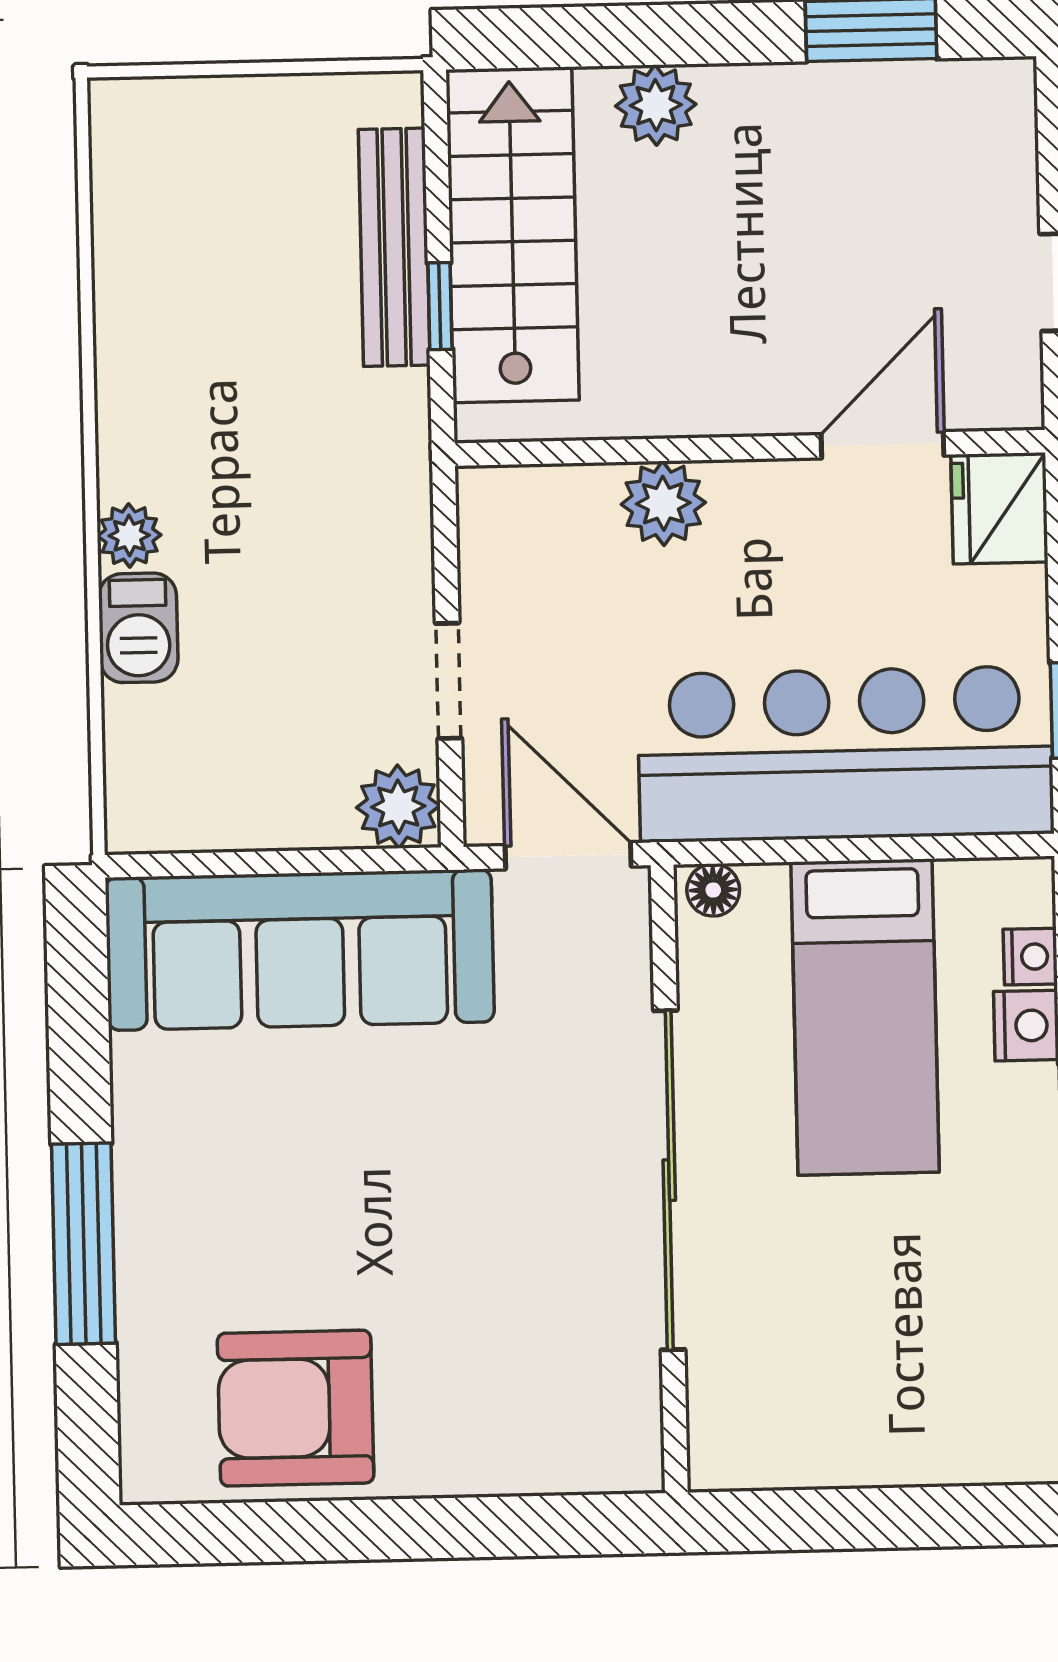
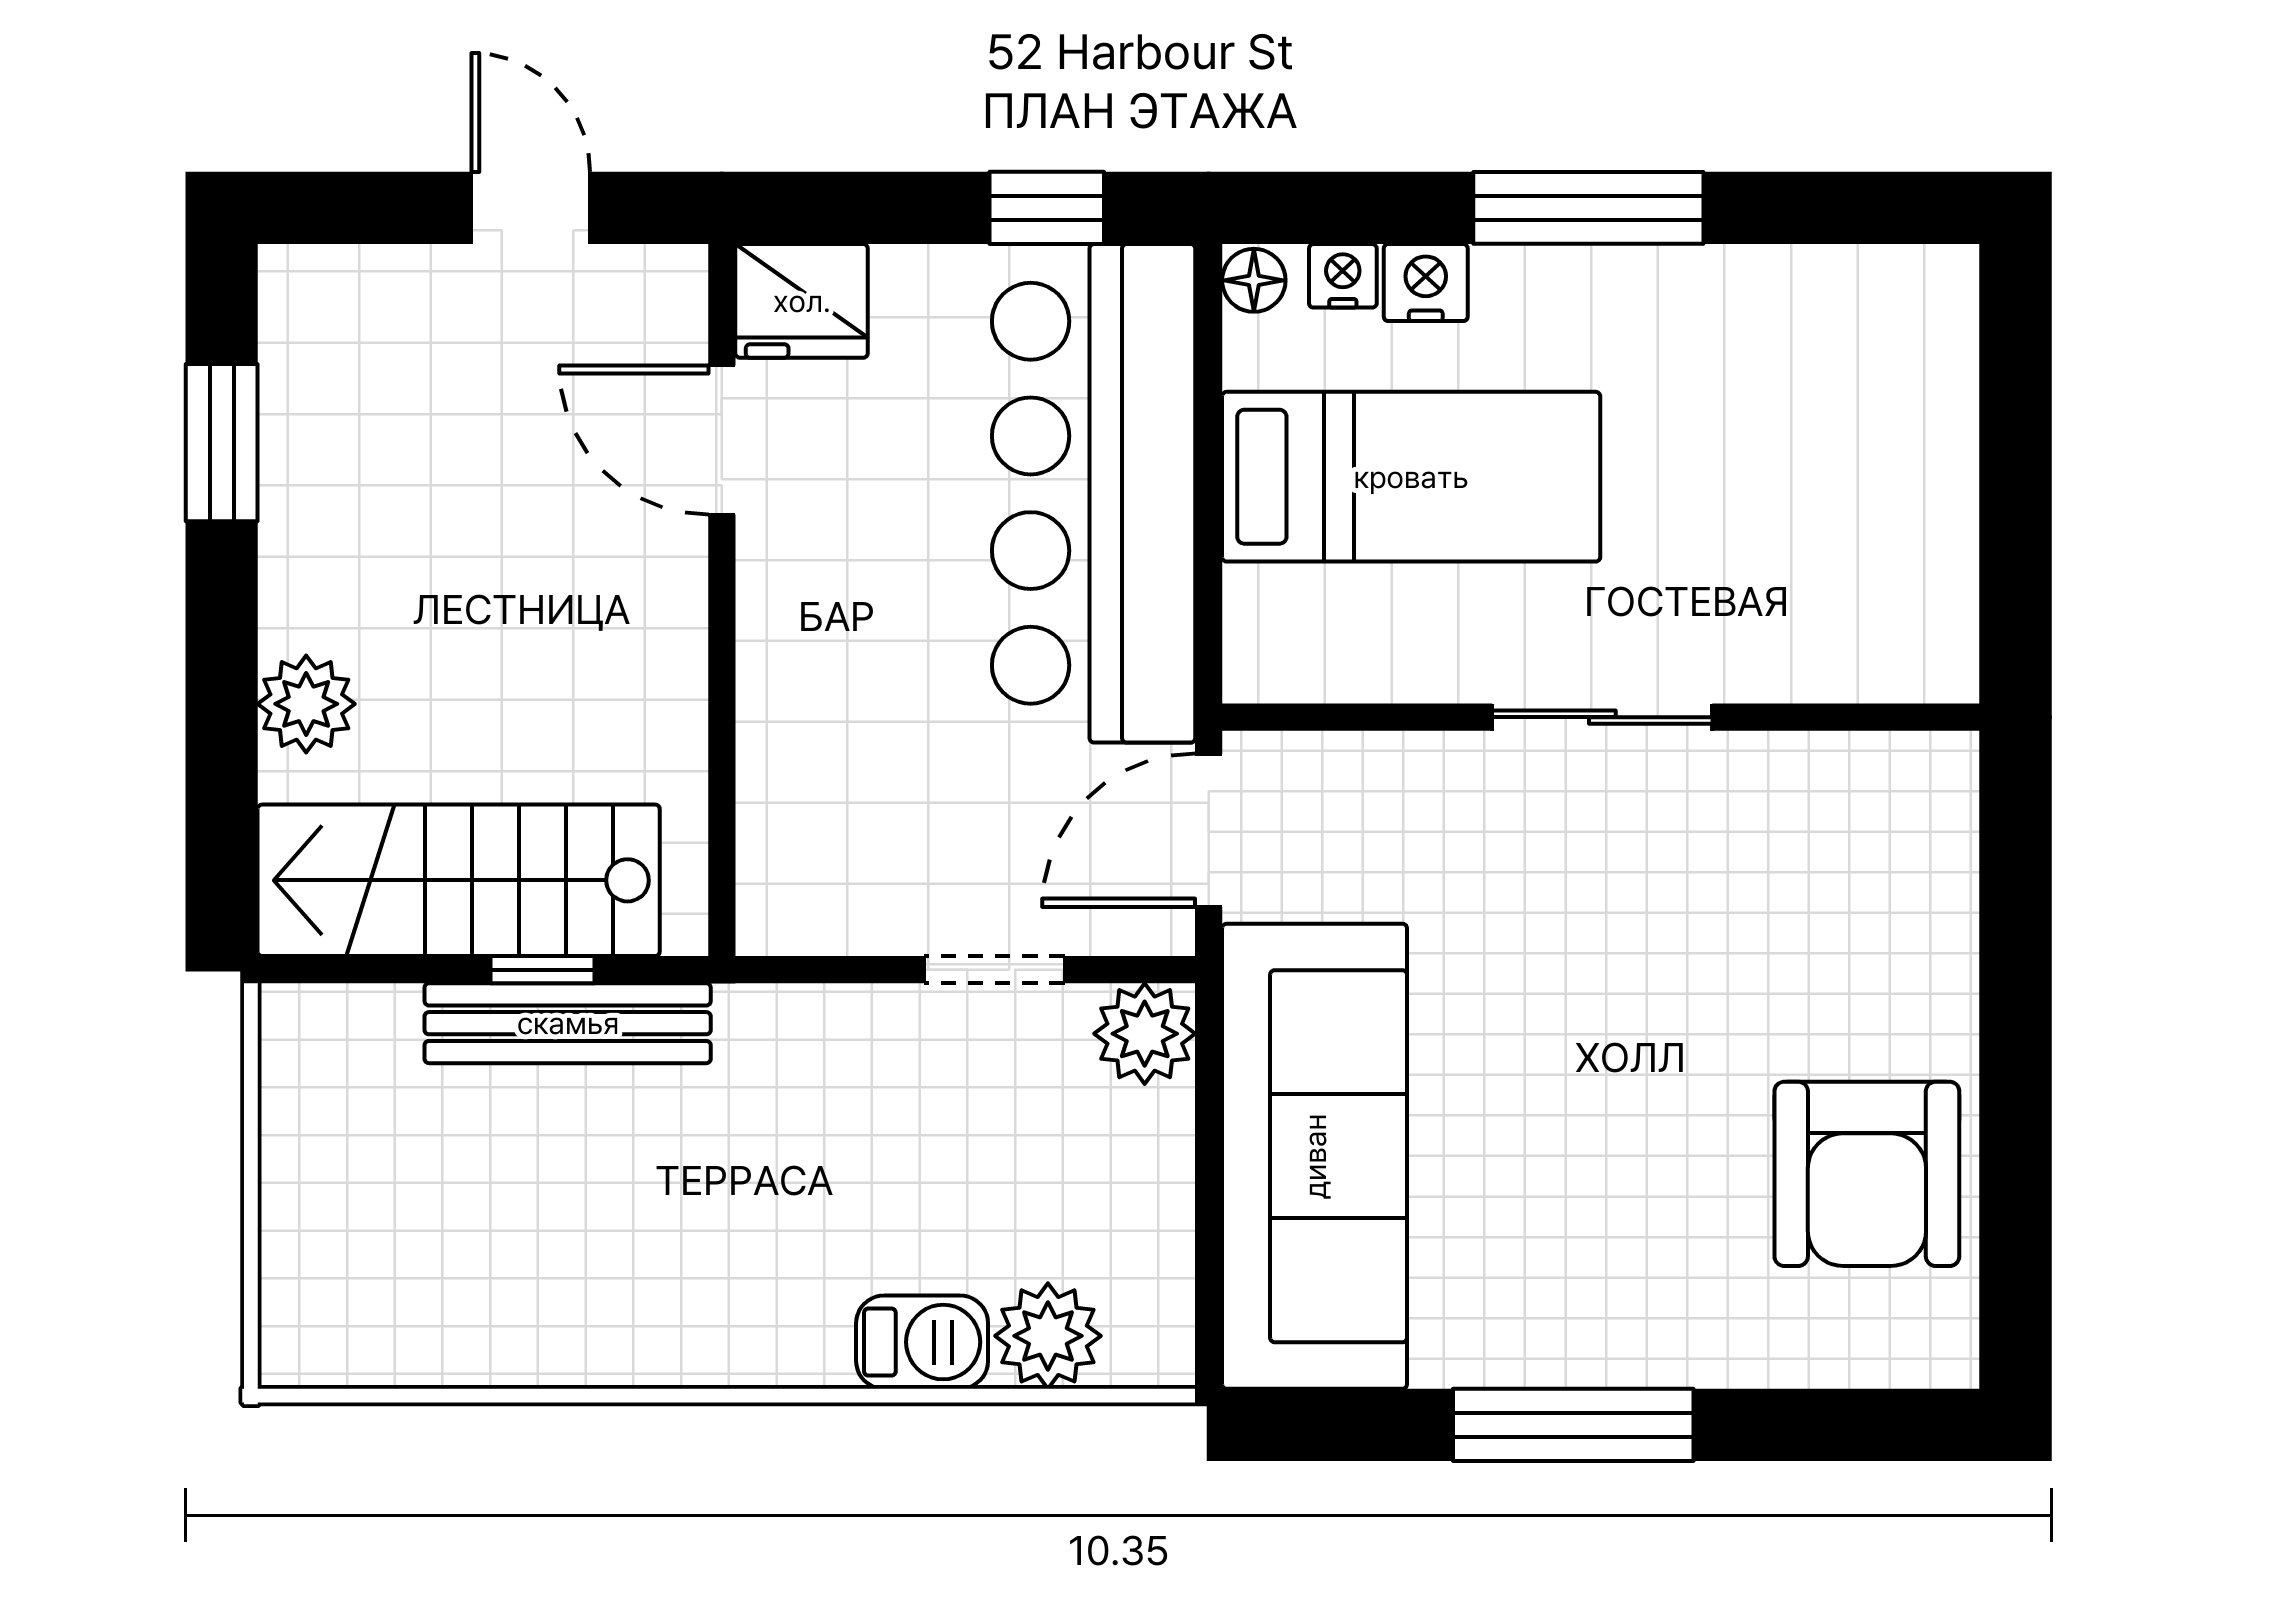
bench: (394, 247) -> (568, 1023), moved
plant: (663, 503) -> (786, 706), removed
plant: (129, 535) -> (1048, 1336), moved, width x1.38, depth x1.38
floor lamp: (713, 890) -> (1254, 280), moved
sliding door: (669, 1180) -> (1602, 717), width x0.54
window: (84, 1244) -> (1573, 1425), moved

